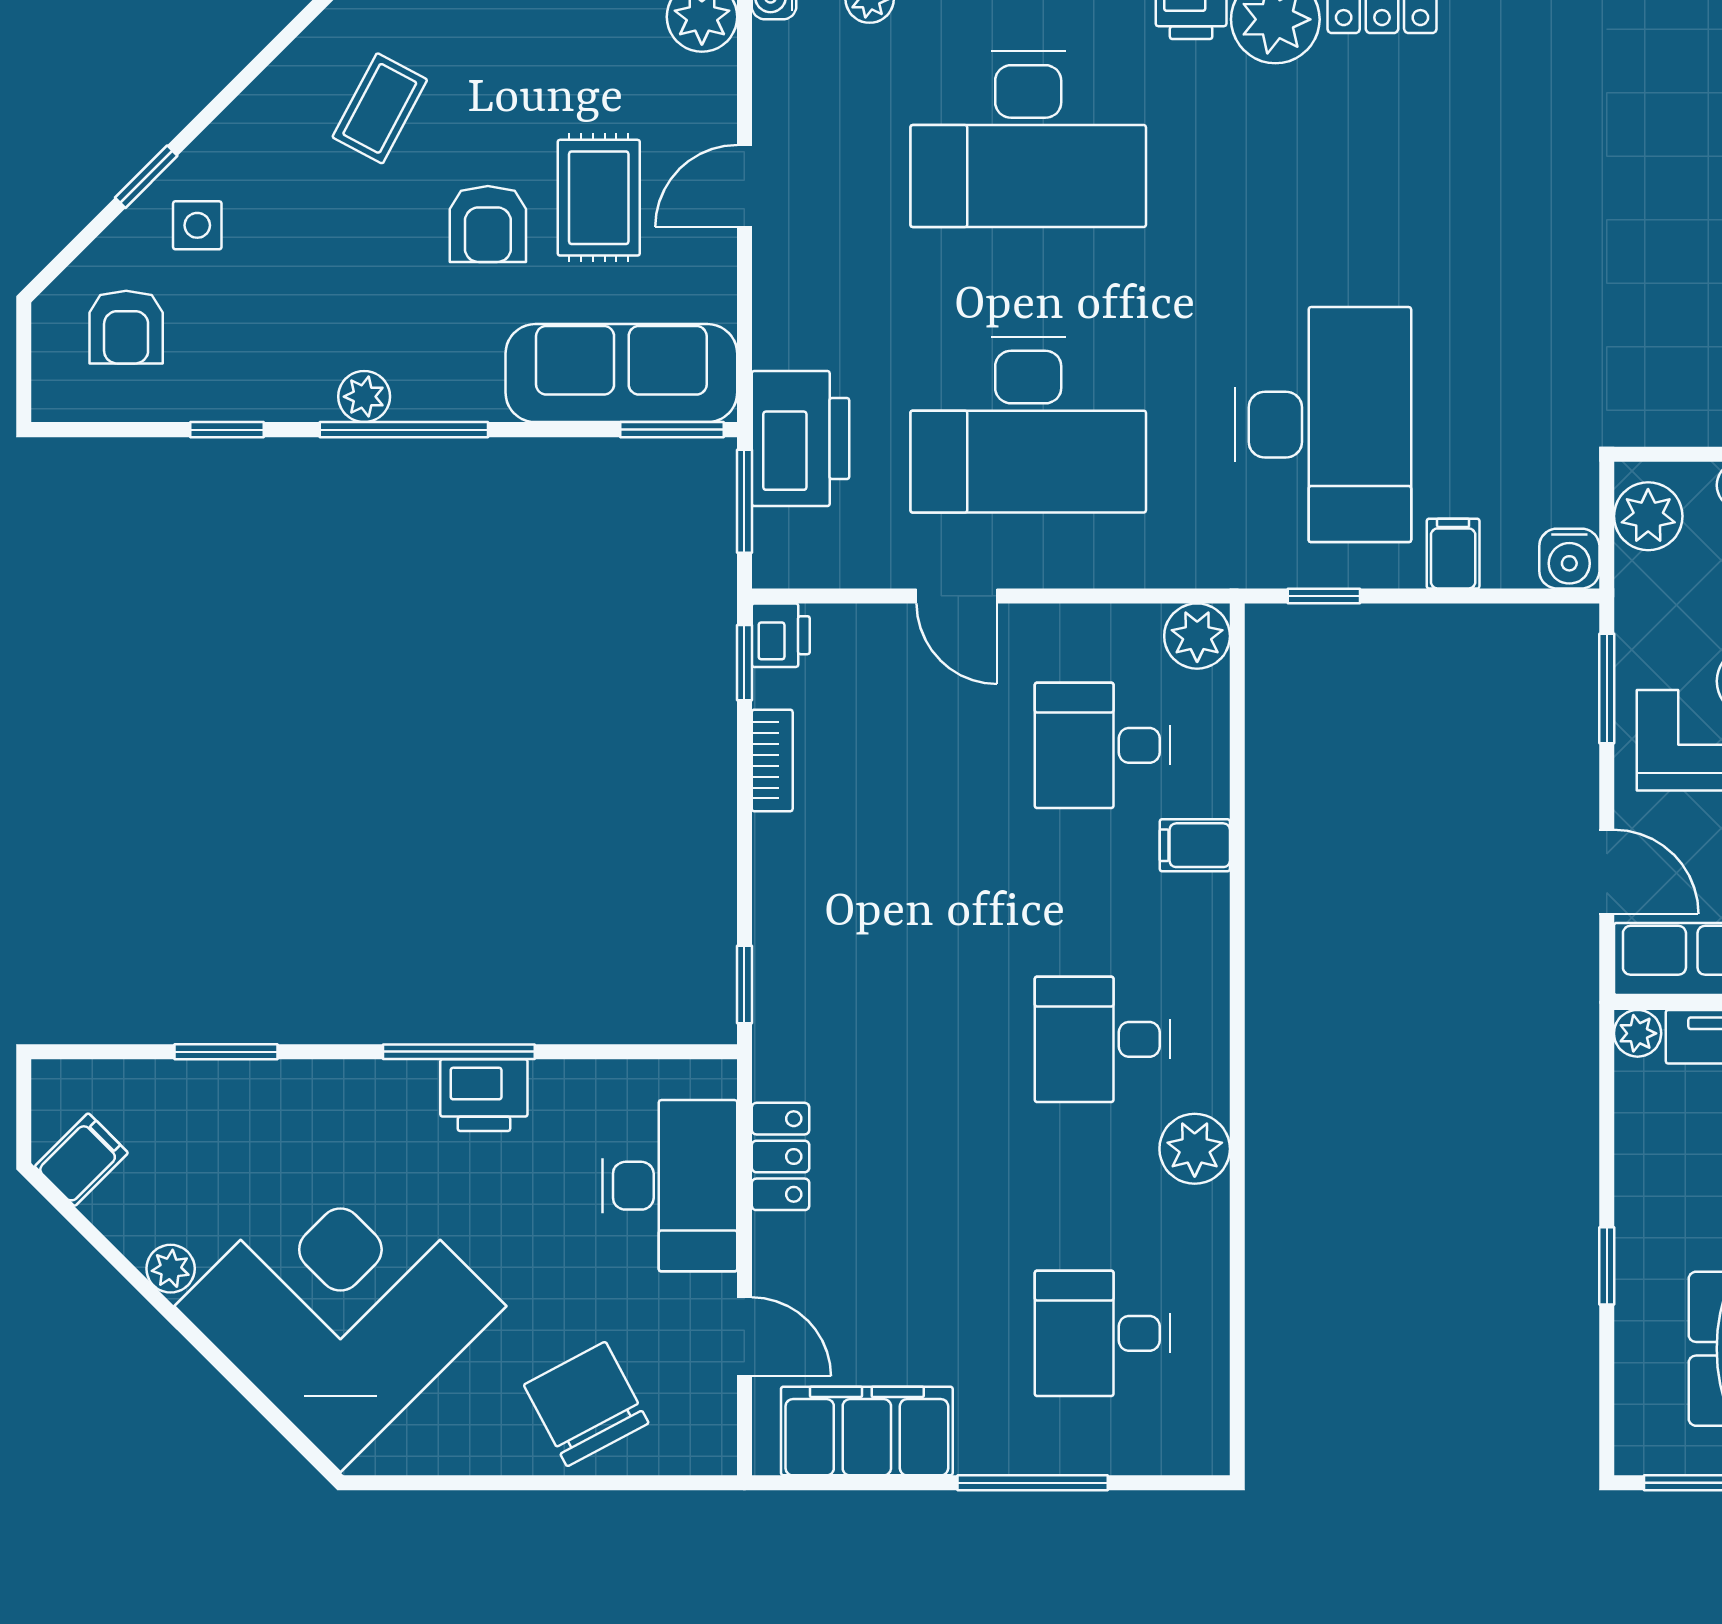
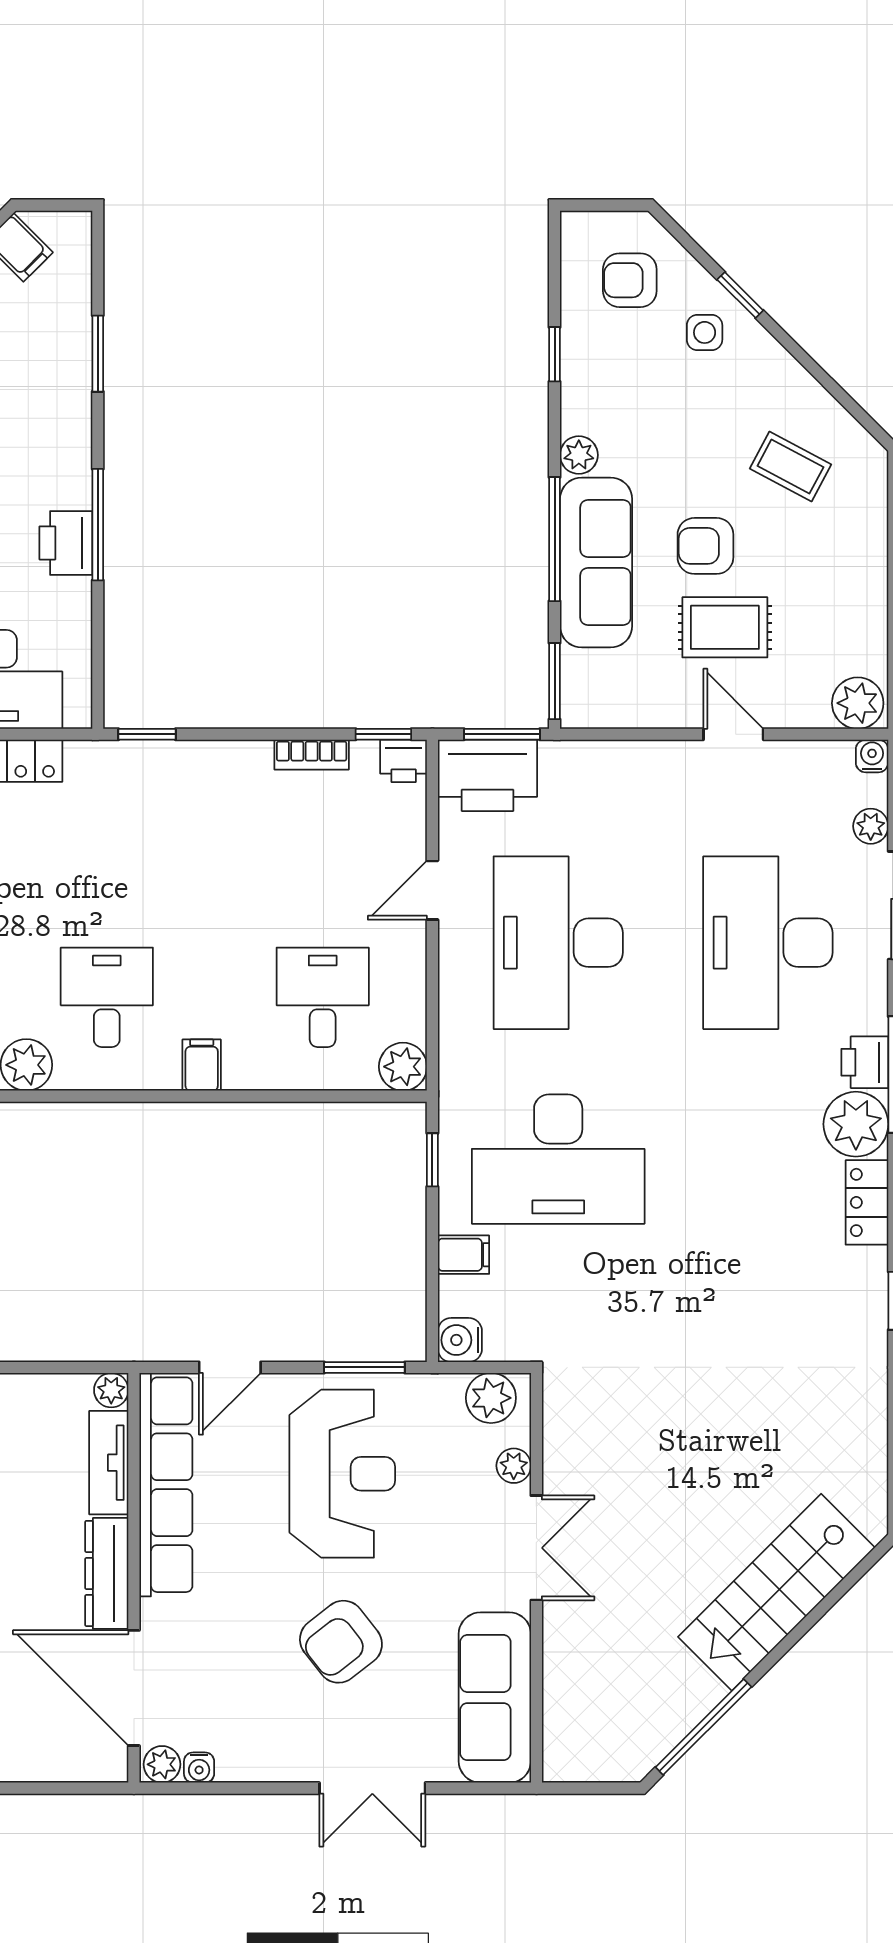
sofa: (621, 373) -> (596, 562), moved
window: (404, 430) -> (555, 539), moved
printer: (800, 439) -> (488, 775), moved
filing cabinet: (1195, 845) -> (202, 1065), moved

